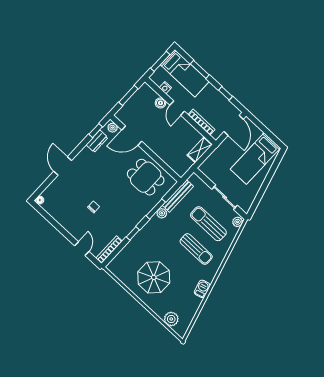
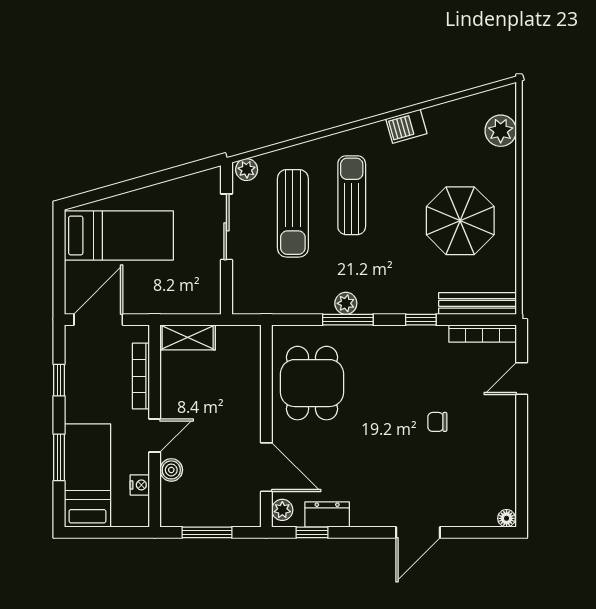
window: (160, 61) -> (105, 532), removed
bench: (178, 196) -> (478, 303), moved

